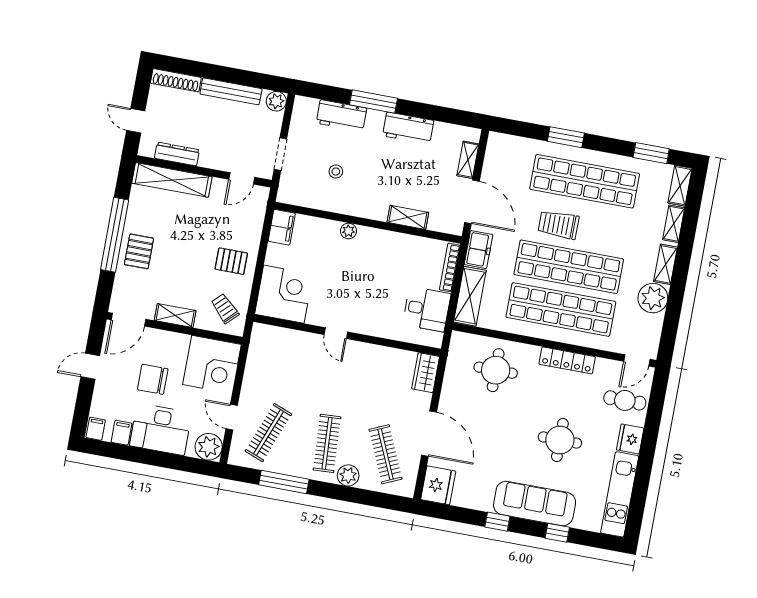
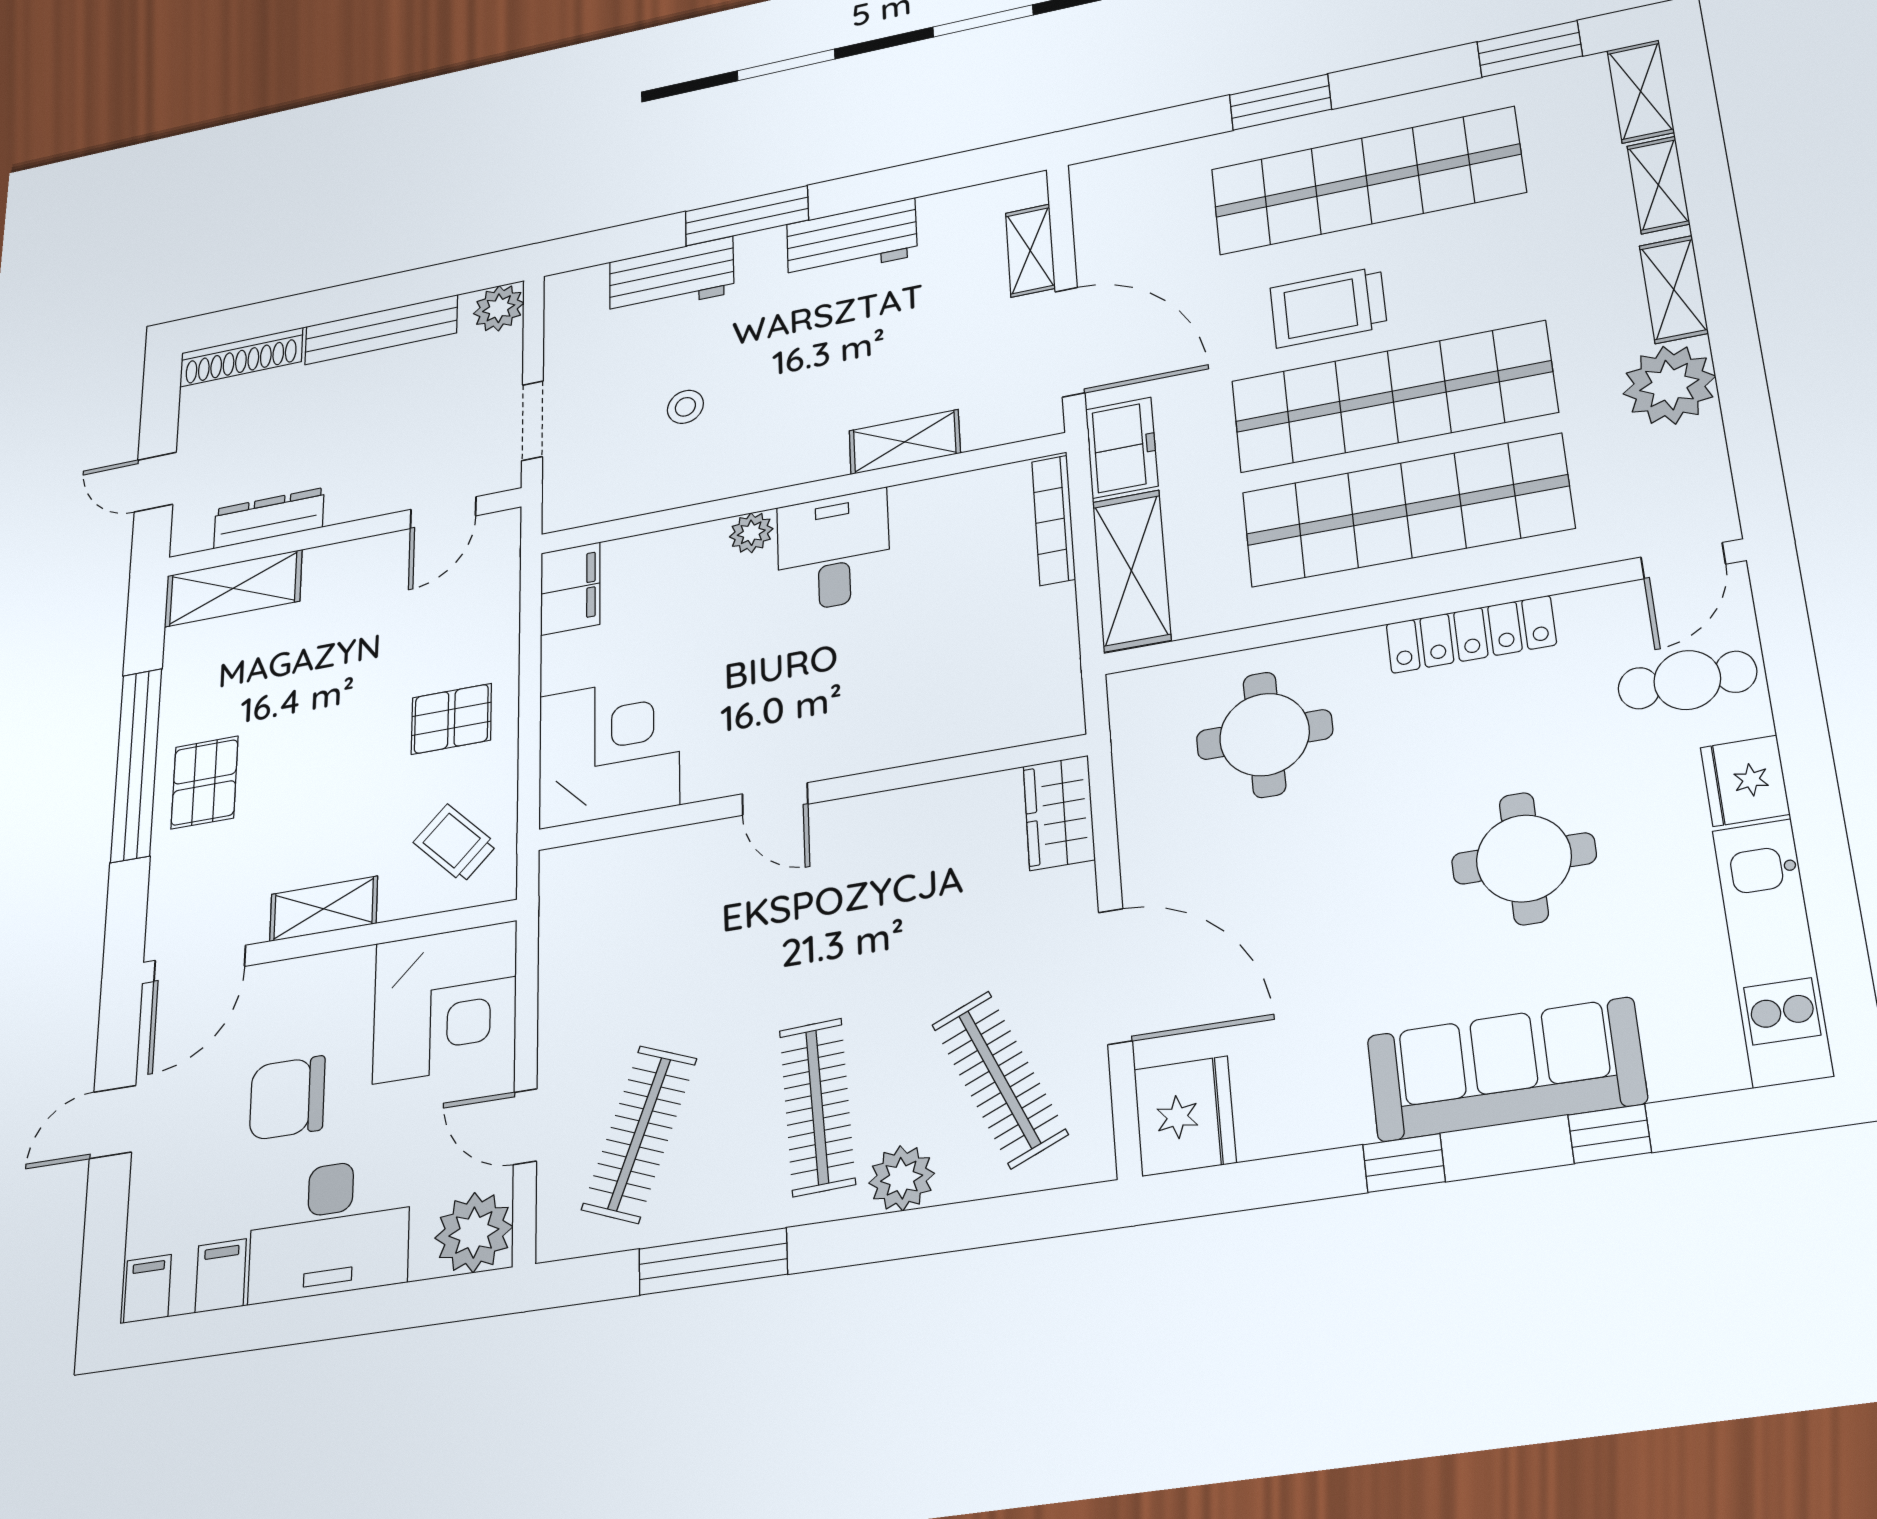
shelving: (172, 180) -> (233, 588), width x0.68
desk: (427, 309) -> (833, 551), moved, turned -90

